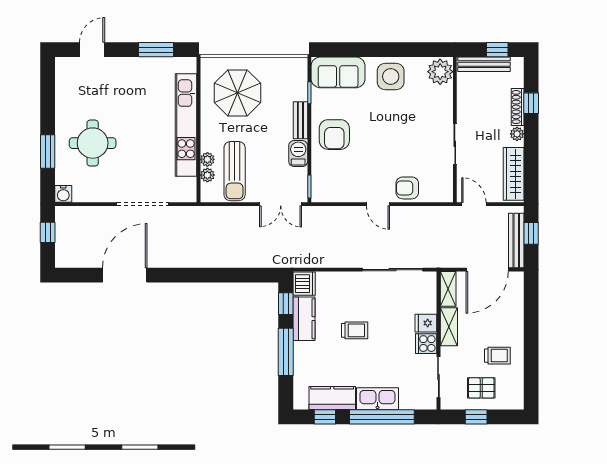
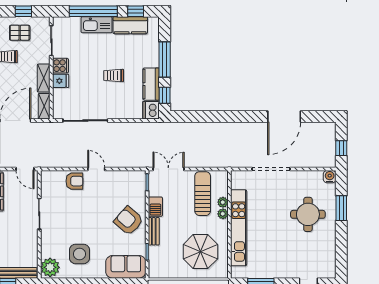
side table: (391, 76) -> (80, 254), moved
armchair: (334, 135) -> (129, 221), turned -49
plant: (207, 175) -> (223, 214), moved

